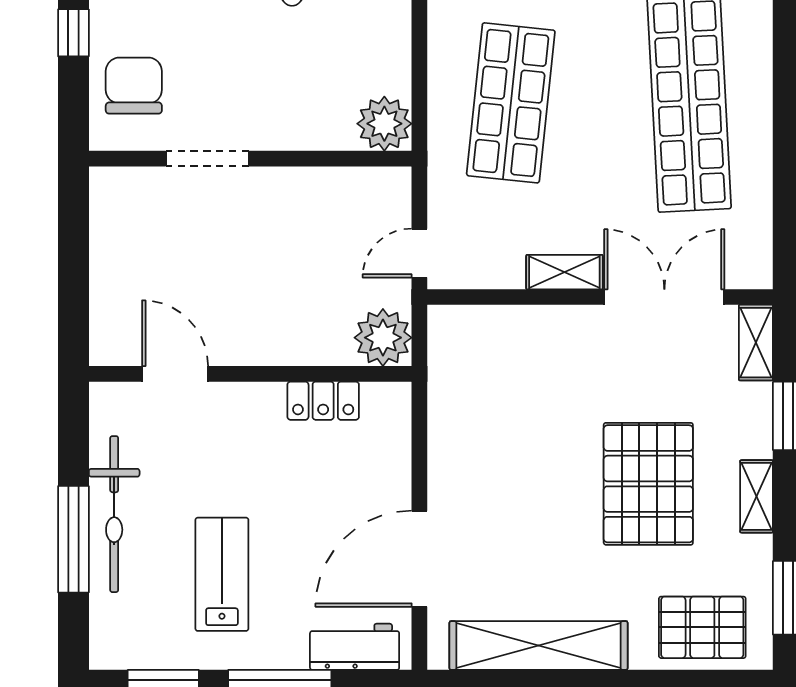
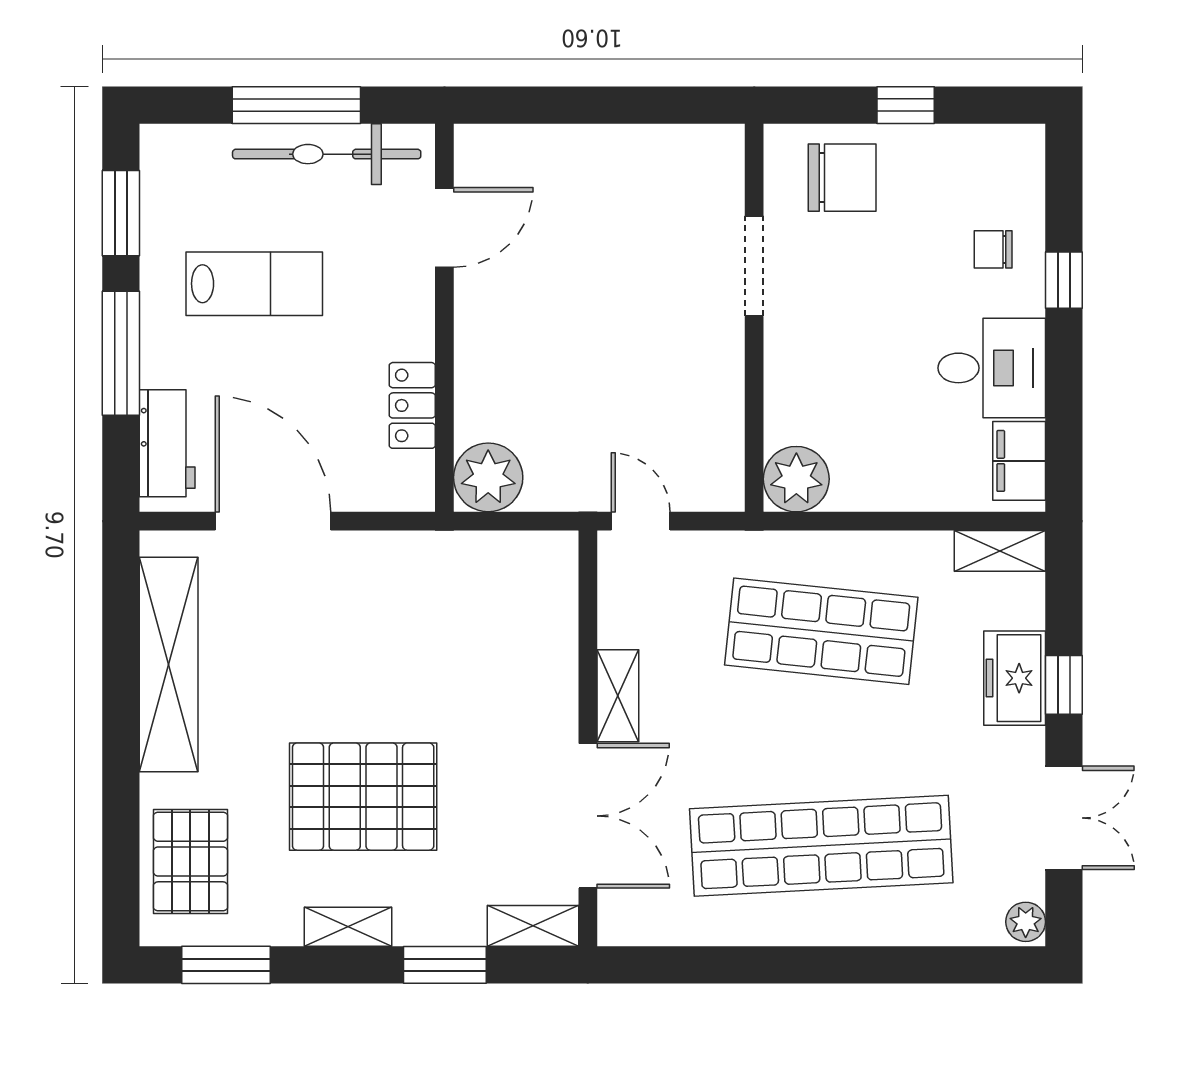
plant: (383, 338) -> (488, 477), moved
door: (175, 374) -> (444, 227), moved
wall: (250, 374) -> (444, 318), moved
locker: (323, 401) -> (412, 405), moved

